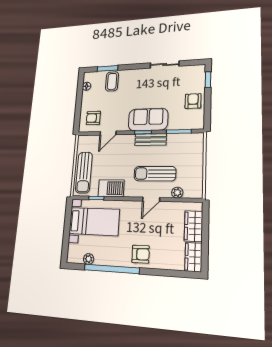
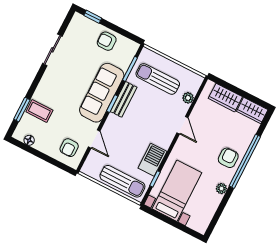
sofa: (148, 120) -> (102, 93), width x1.36
sun lounger: (155, 174) -> (158, 79), moved, turned 90
plant: (89, 259) -> (221, 189), moved
window: (112, 269) -> (245, 161), moved

